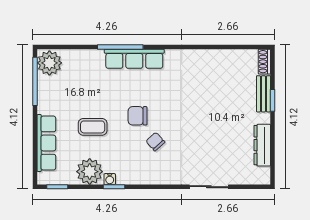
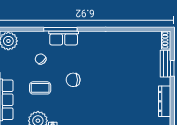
row of seats: (134, 59) -> (64, 38), width x0.68
chair: (155, 142) -> (41, 59), moved

